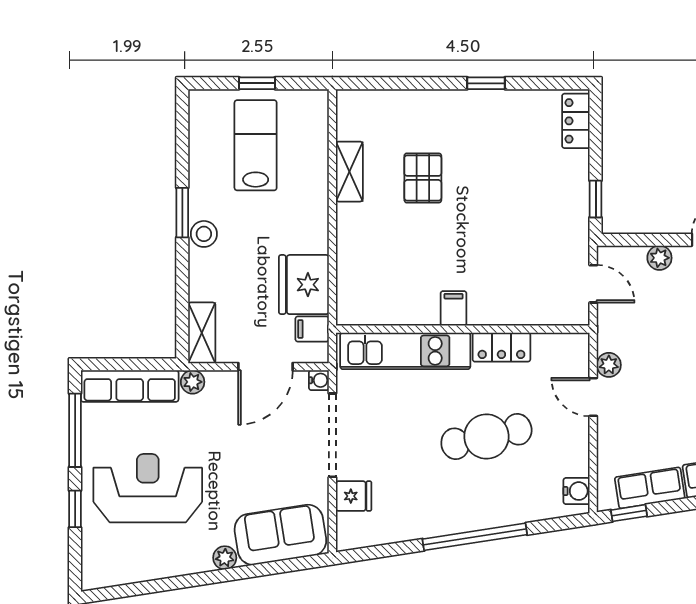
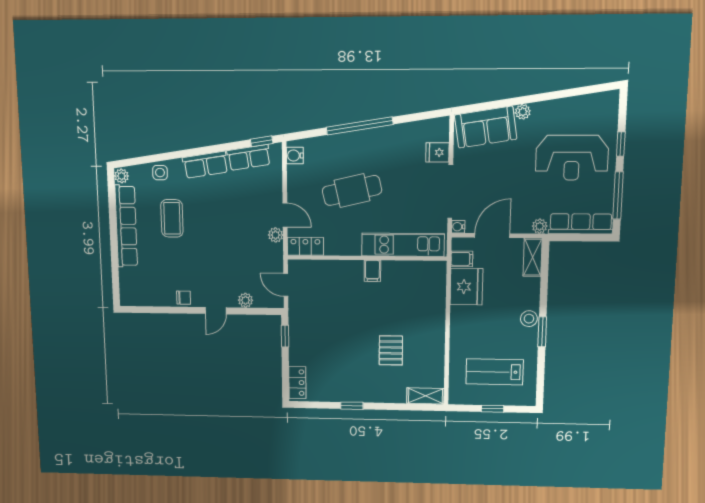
lab bench: (256, 145) -> (495, 372), turned 90
shelving: (349, 172) -> (425, 396), moved, turned 90
locker: (501, 347) -> (305, 246), moved

